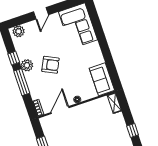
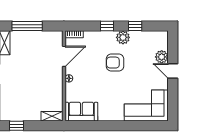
plant: (19, 31) -> (162, 57), moved
armchair: (50, 65) -> (115, 63), turned 64
window: (22, 82) -> (107, 26), width x0.46
door: (60, 110) -> (64, 56), hinge flipped

